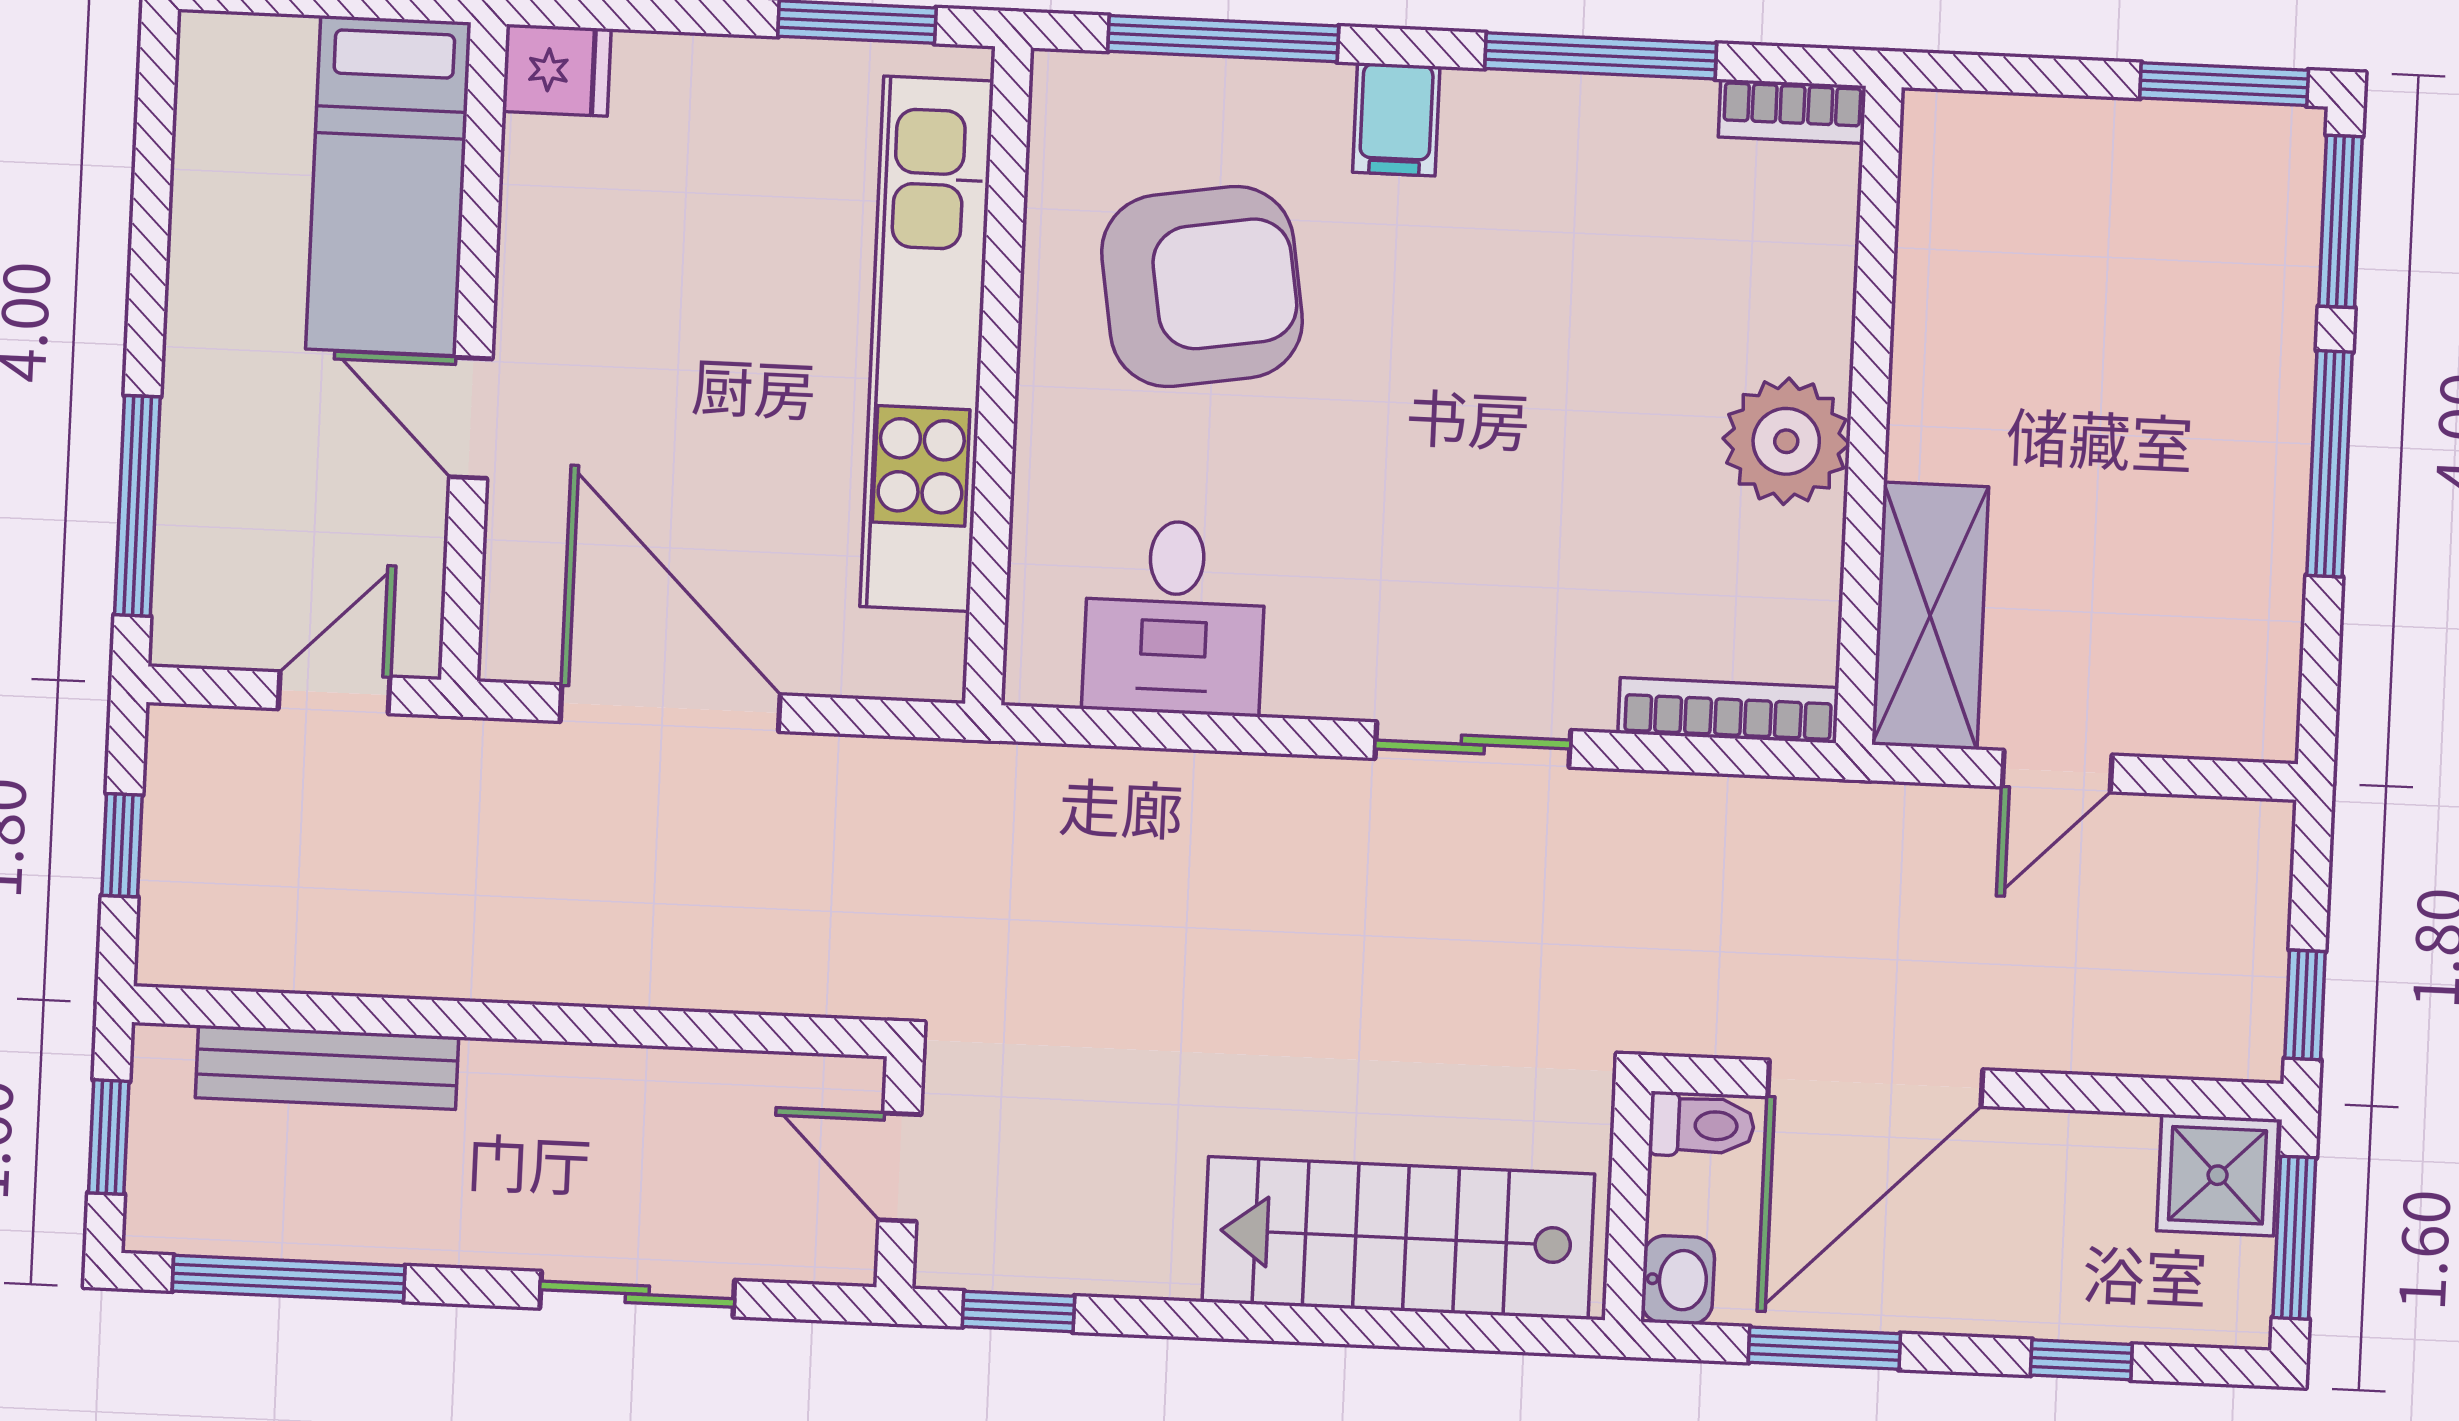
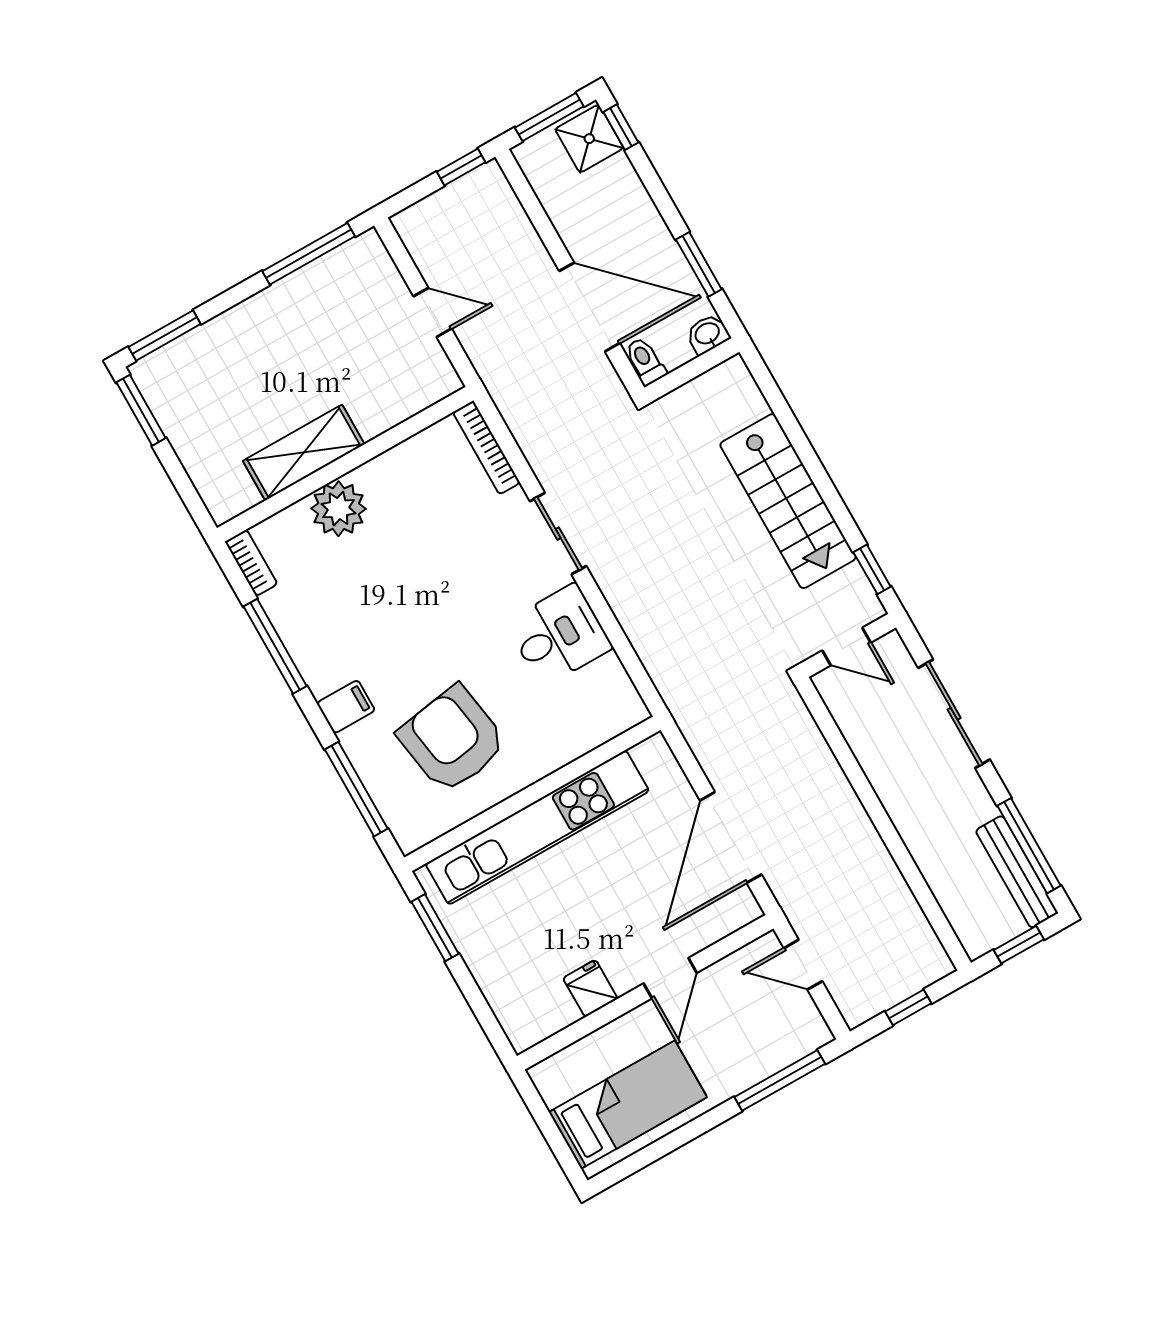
fridge: (557, 70) -> (590, 988), moved
bed: (388, 186) -> (628, 1105), moved
plant: (1786, 441) -> (338, 509), moved
window: (2330, 464) -> (309, 254), moved
shelving: (1930, 616) -> (304, 453), moved
desk: (1174, 617) -> (559, 635), moved
bench: (327, 1067) -> (1017, 872), moved
door: (900, 1167) -> (847, 647), hinge flipped
shower: (2218, 1175) -> (589, 139), moved
stairs: (1398, 1238) -> (788, 501), moved
sliding door: (637, 1294) -> (954, 714), width x1.37
window: (2081, 1360) -> (621, 127), moved

